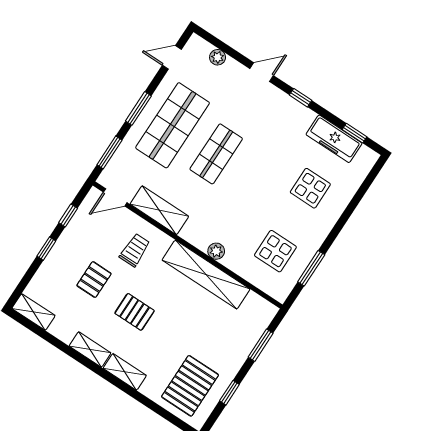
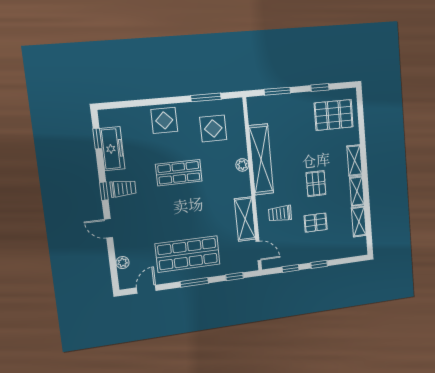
door: (172, 57) -> (146, 289), swing flipped
trolley: (288, 117) -> (123, 188), added
window: (110, 152) -> (235, 276), width x0.67
shop shelf: (216, 154) -> (179, 173), moved
display table: (310, 188) -> (164, 120), moved
shelving: (34, 312) -> (359, 222), moved

